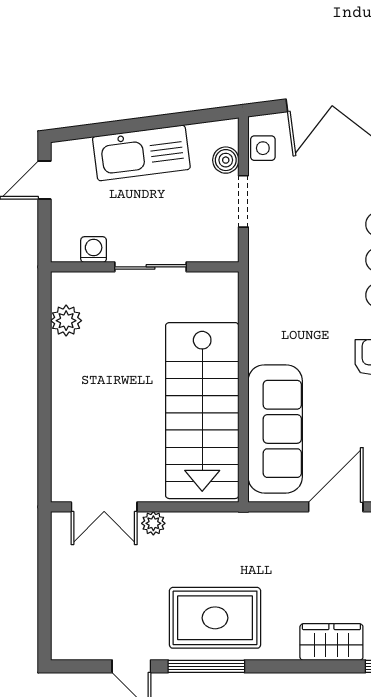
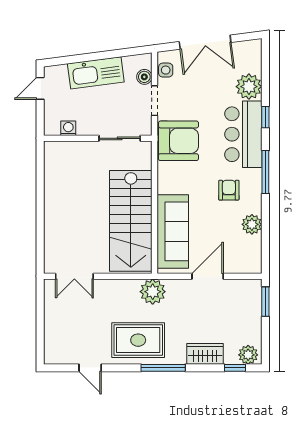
sliding door: (151, 267) -> (120, 138), moved
armchair: (285, 271) -> (178, 141), added
plant: (66, 321) -> (53, 169), removed
plant: (153, 523) -> (153, 292), moved, width x1.87, depth x1.87
window: (206, 666) -> (163, 368), moved

